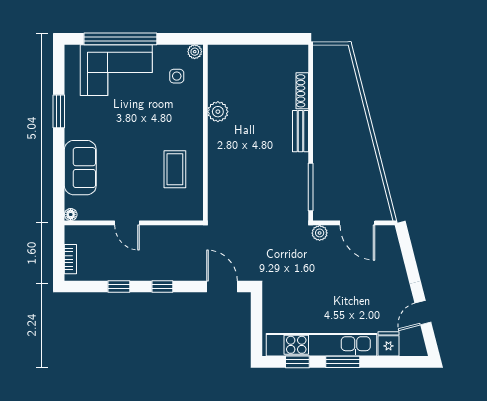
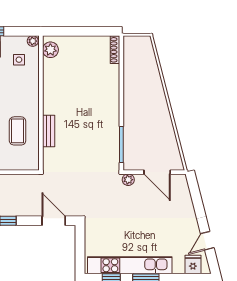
shoe rack: (302, 91) -> (115, 50), moved
plant: (218, 112) -> (50, 50), moved
bench: (301, 131) -> (49, 131), moved
fridge: (389, 344) -> (193, 265), moved

